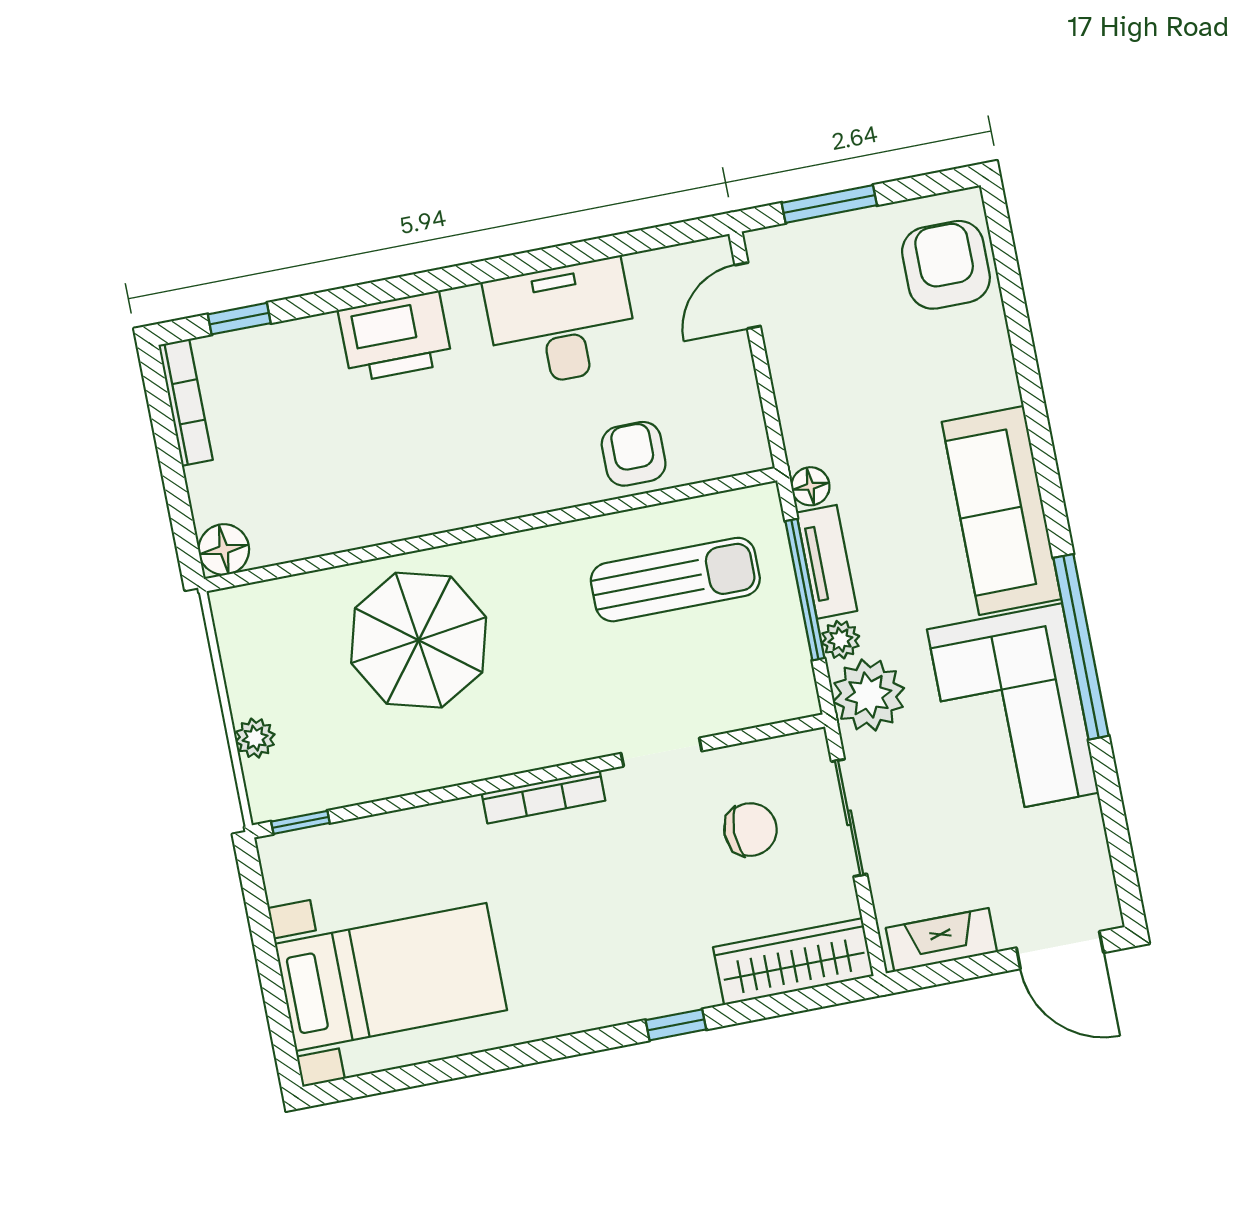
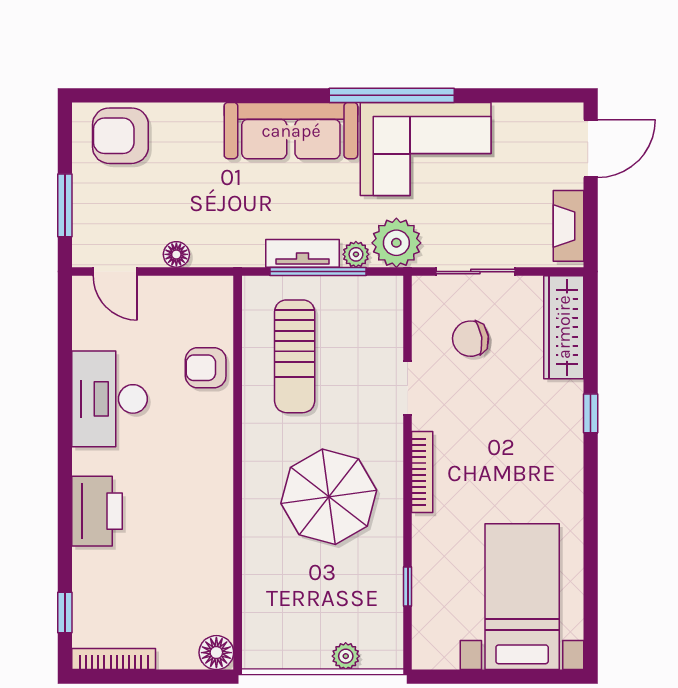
floor lamp: (810, 486) -> (176, 254), moved
sun lounger: (675, 580) -> (295, 356), turned 180
parasol: (419, 640) -> (329, 497), moved
window: (300, 822) -> (408, 586), moved
chair: (750, 830) -> (470, 339), turned -98

